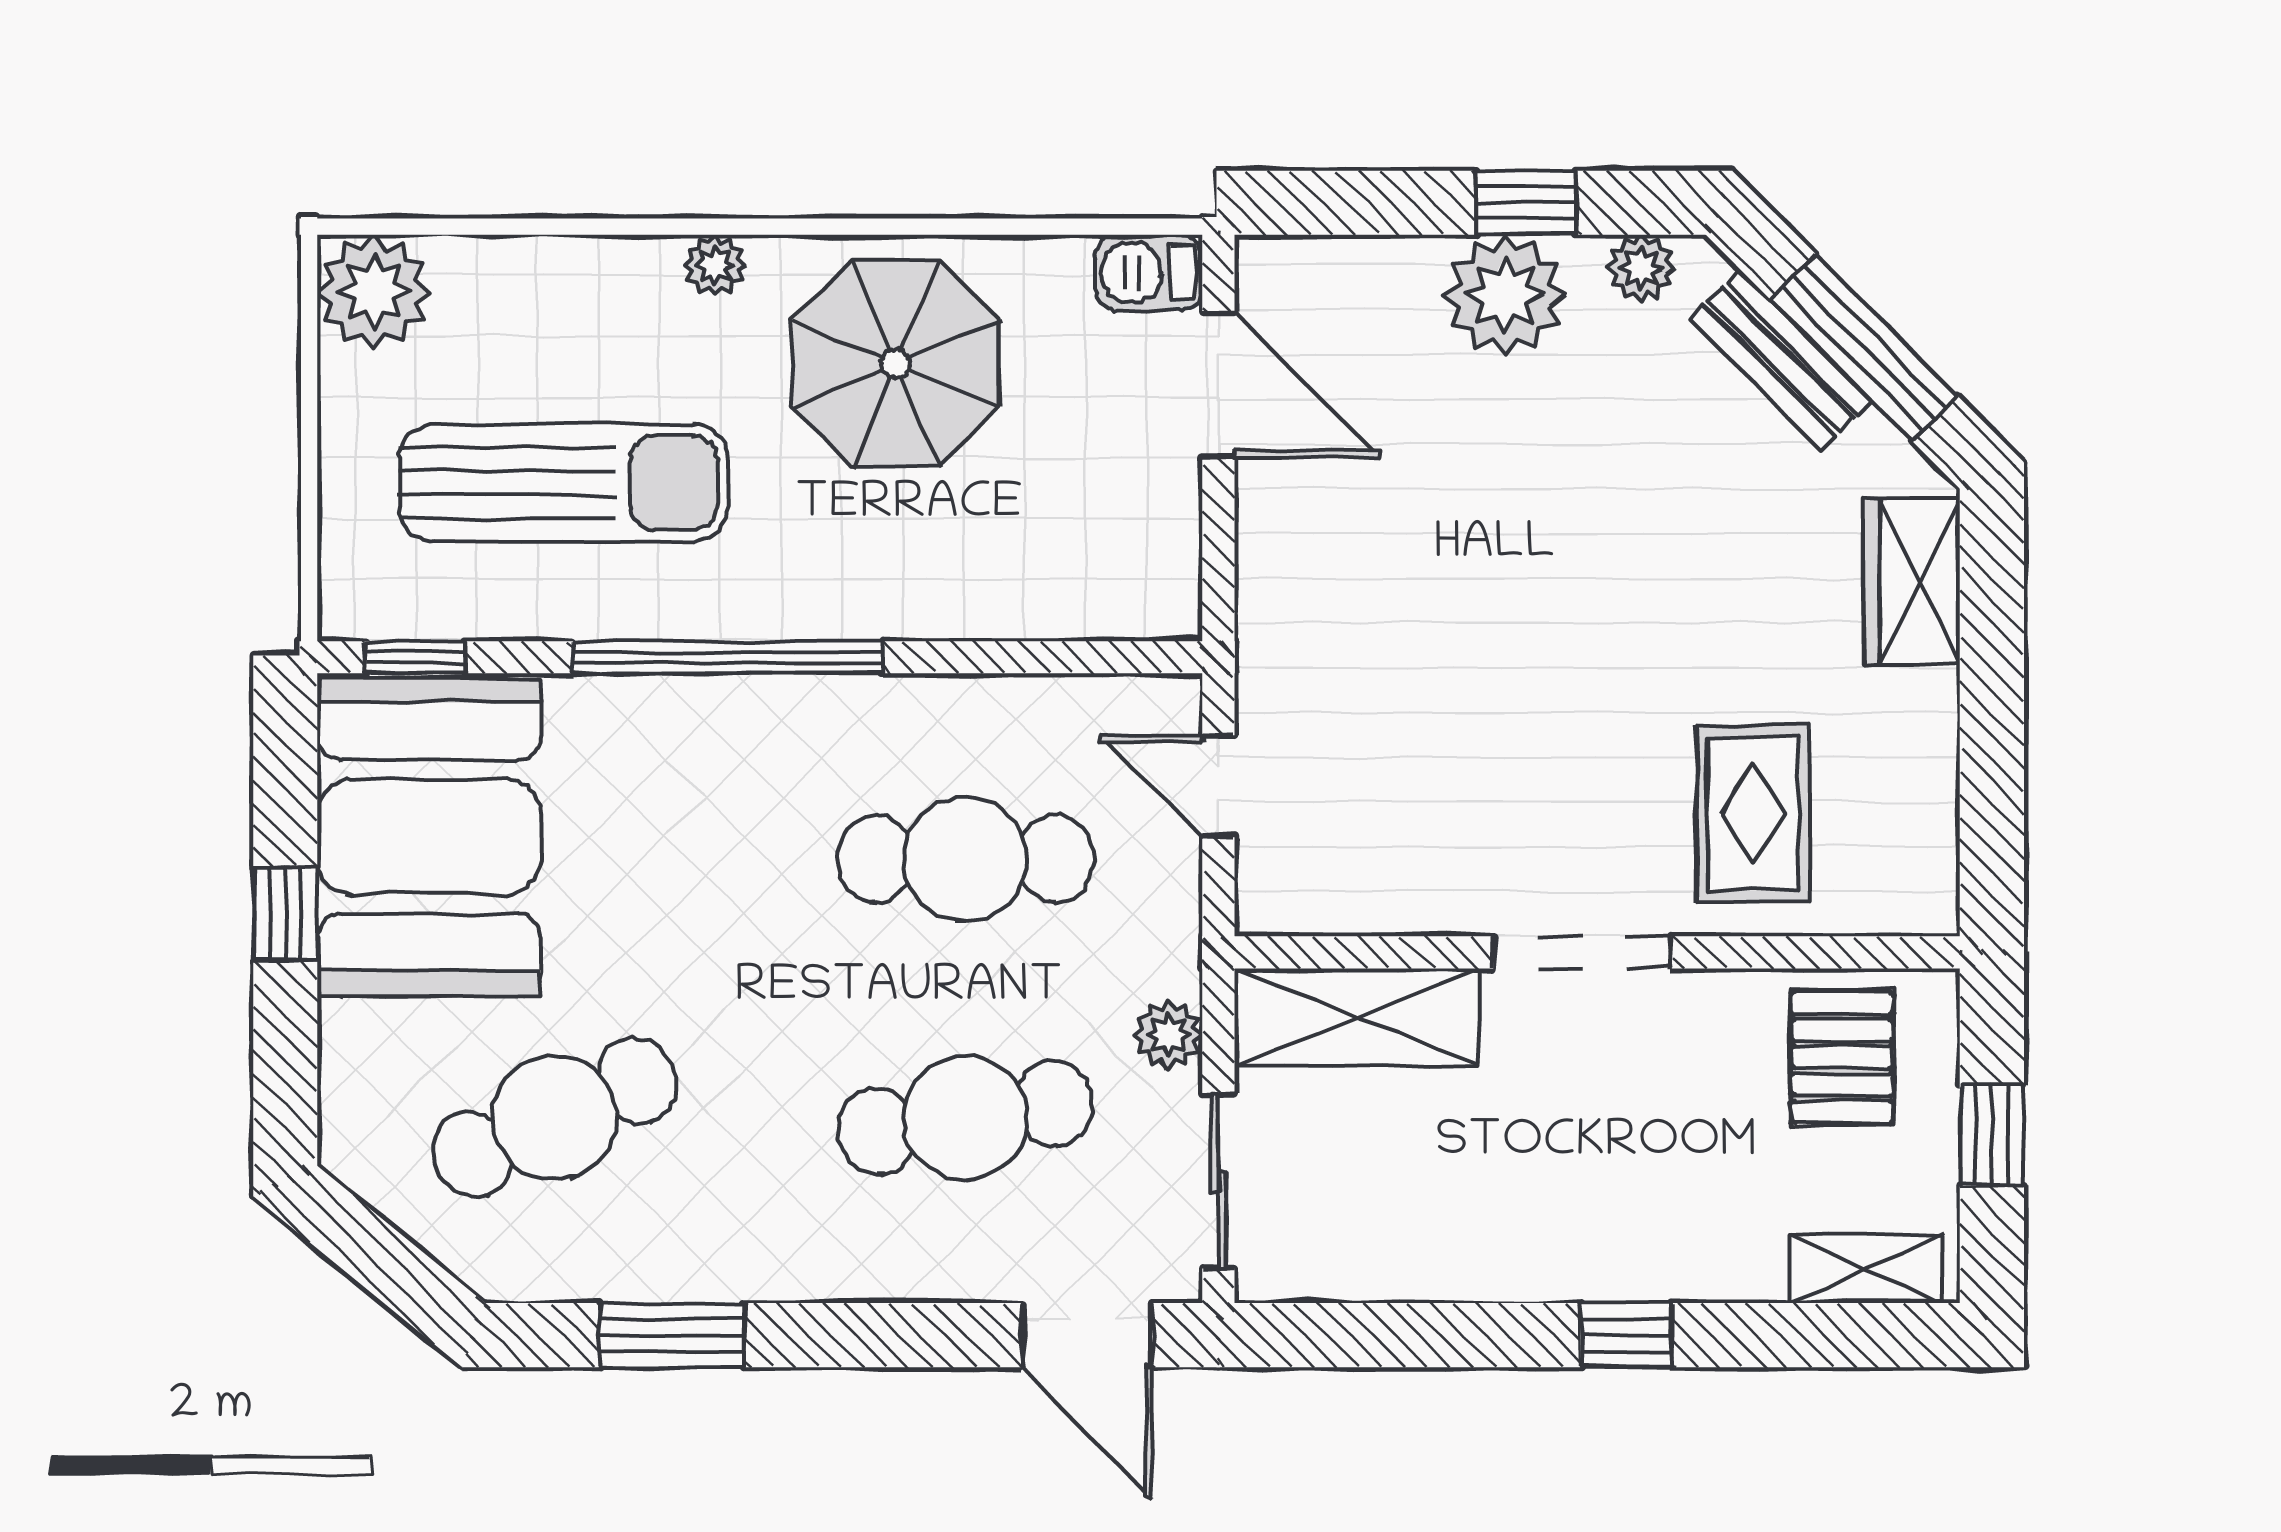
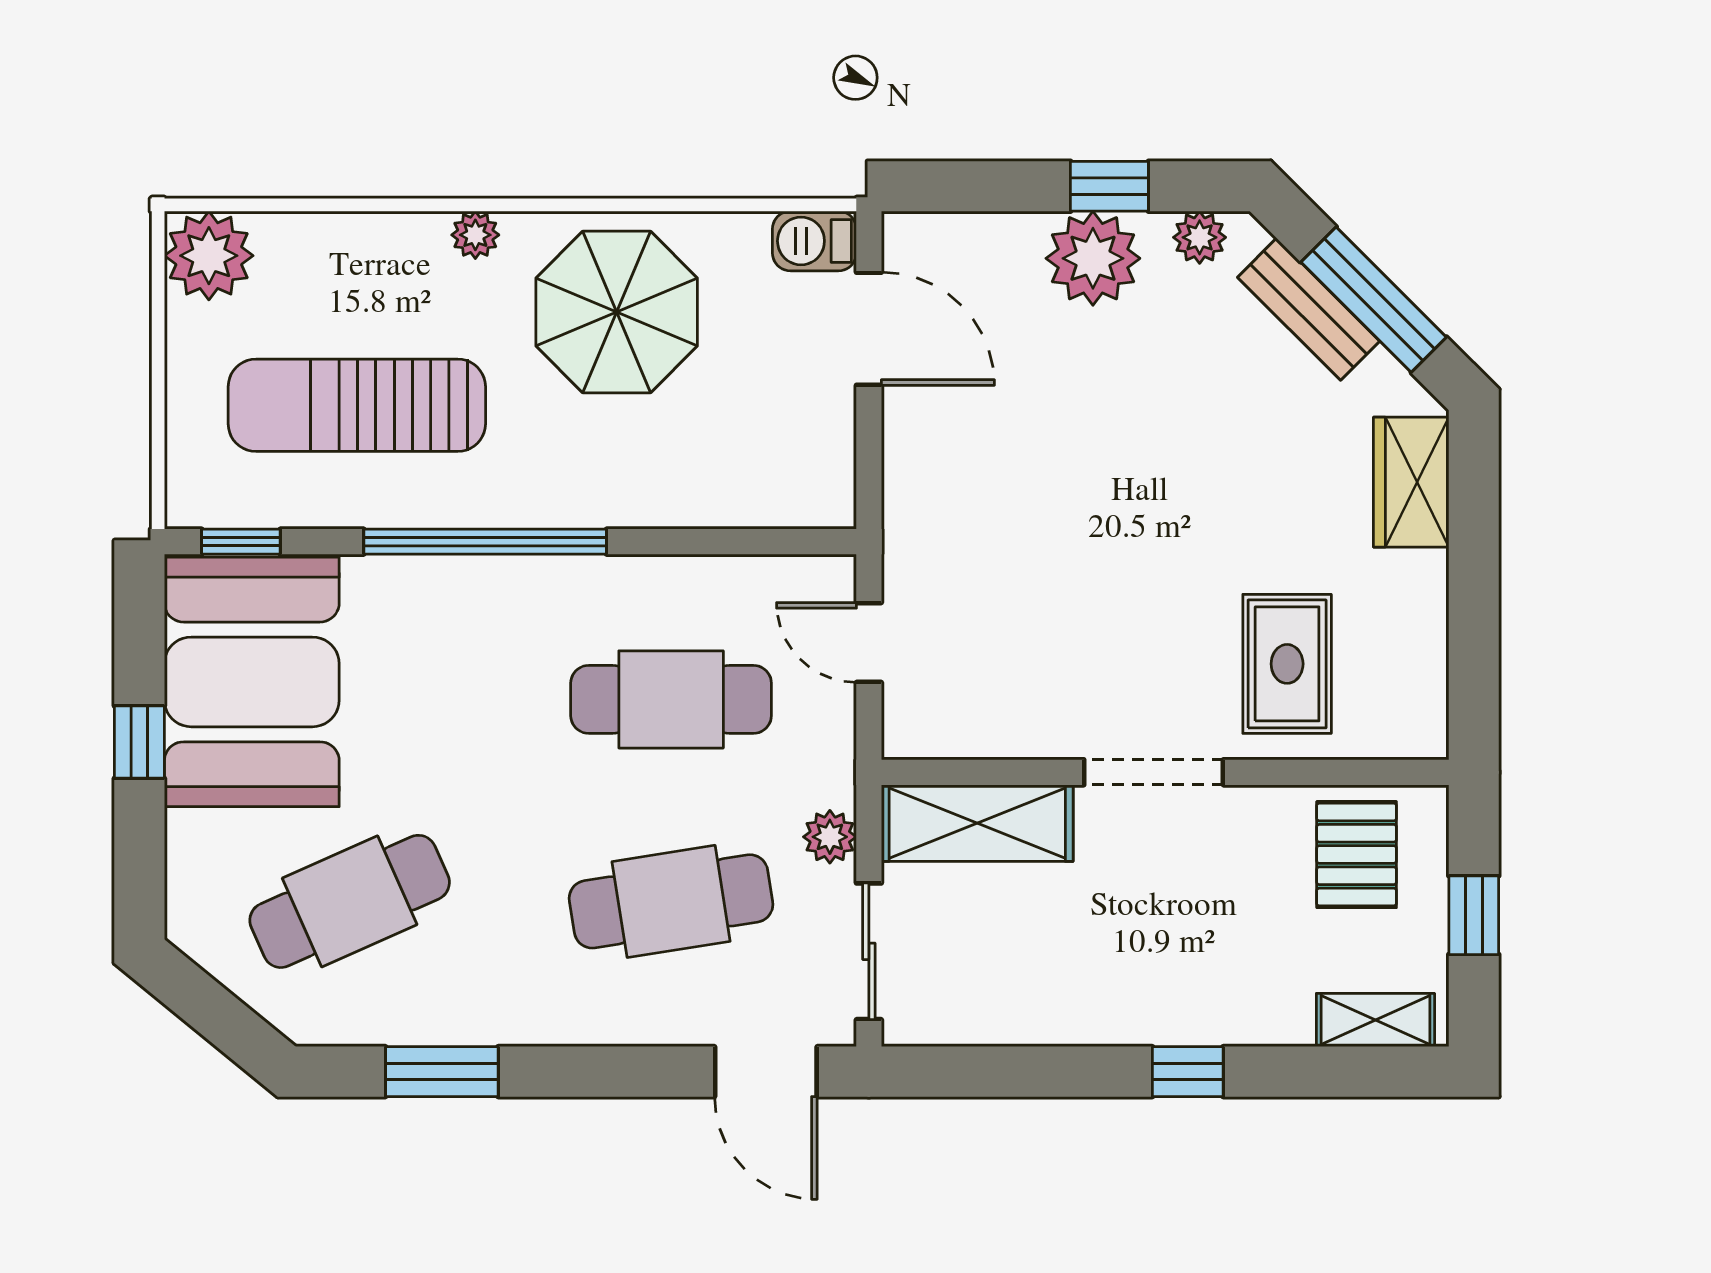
sun lounger: (563, 483) -> (357, 405), turned 180

